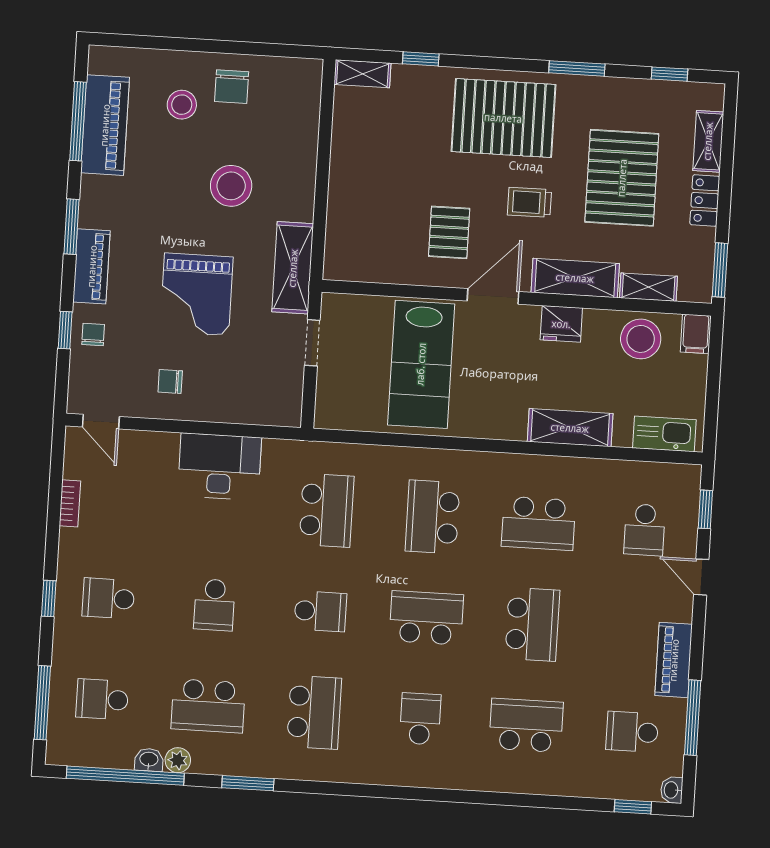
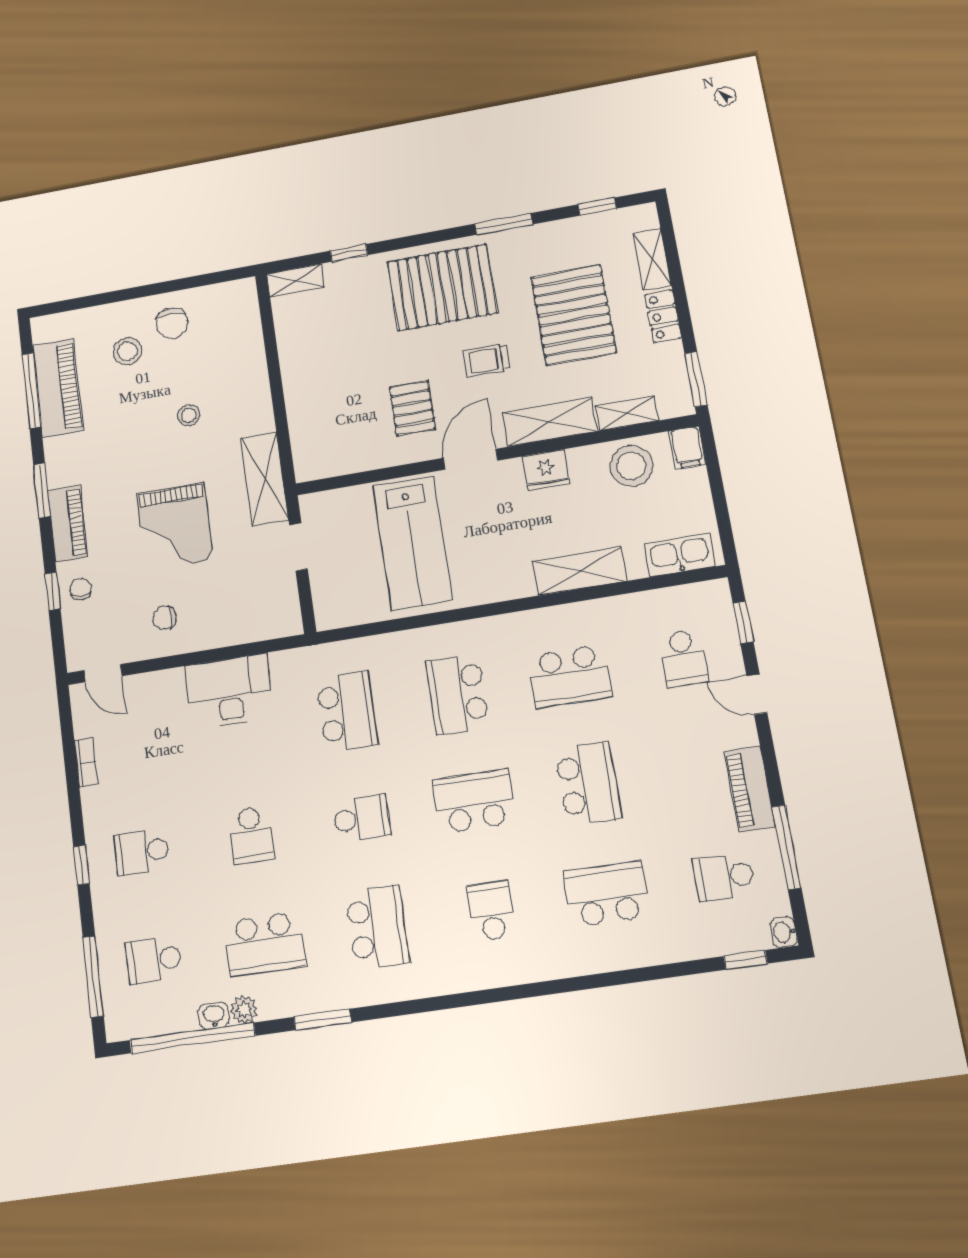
stool: (231, 186) -> (189, 415), width x0.53, depth x0.53

